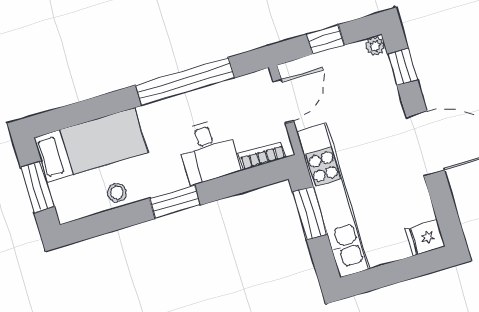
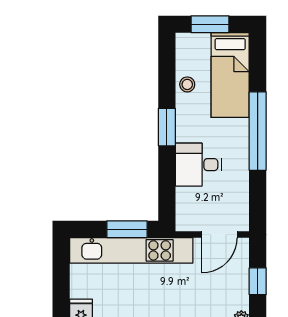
window: (185, 81) -> (258, 131), moved
door: (283, 101) -> (220, 234), hinge flipped
bookcase: (262, 155) -> (182, 206), removed

